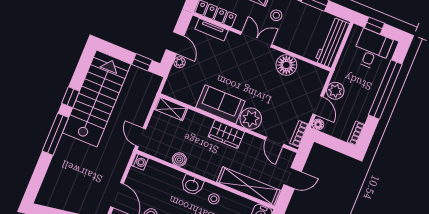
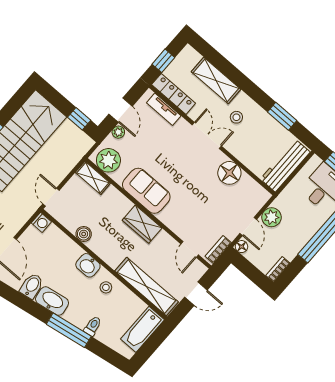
plant: (251, 119) -> (108, 160), moved

